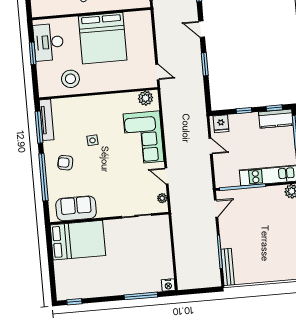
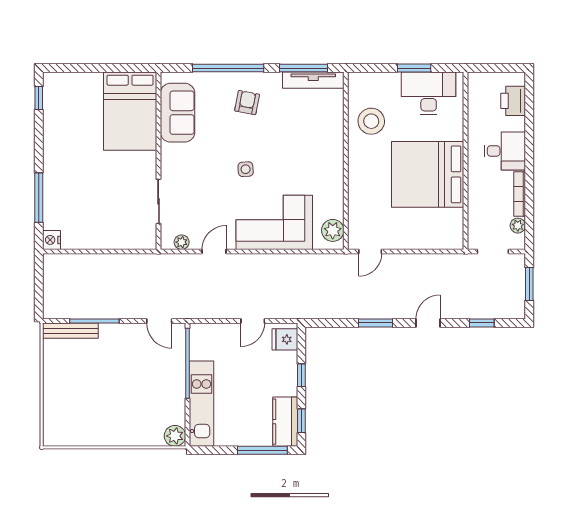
side table: (93, 140) -> (246, 169), moved

